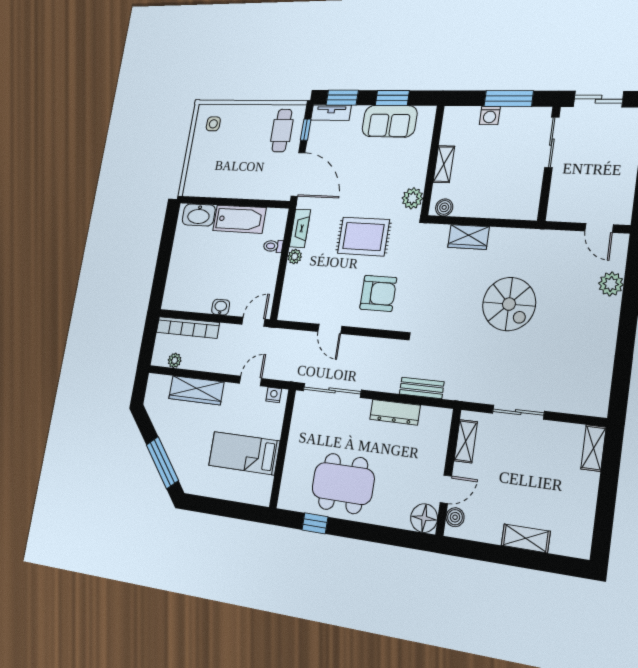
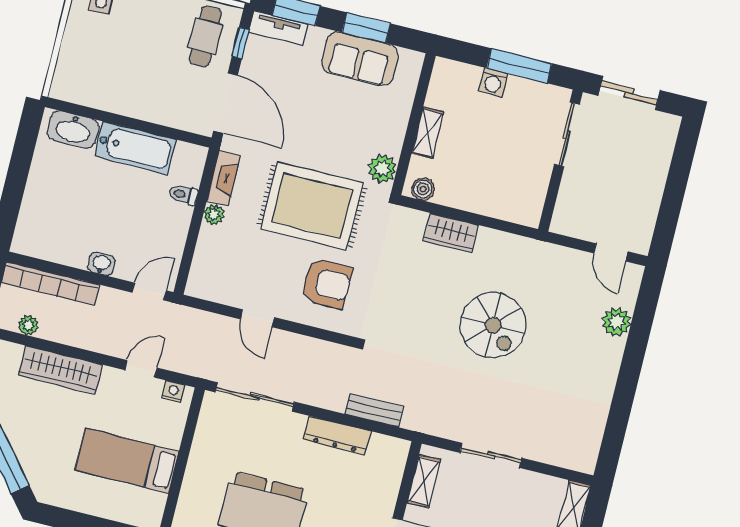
rug: (363, 237) -> (312, 206), width x1.37, depth x1.44

